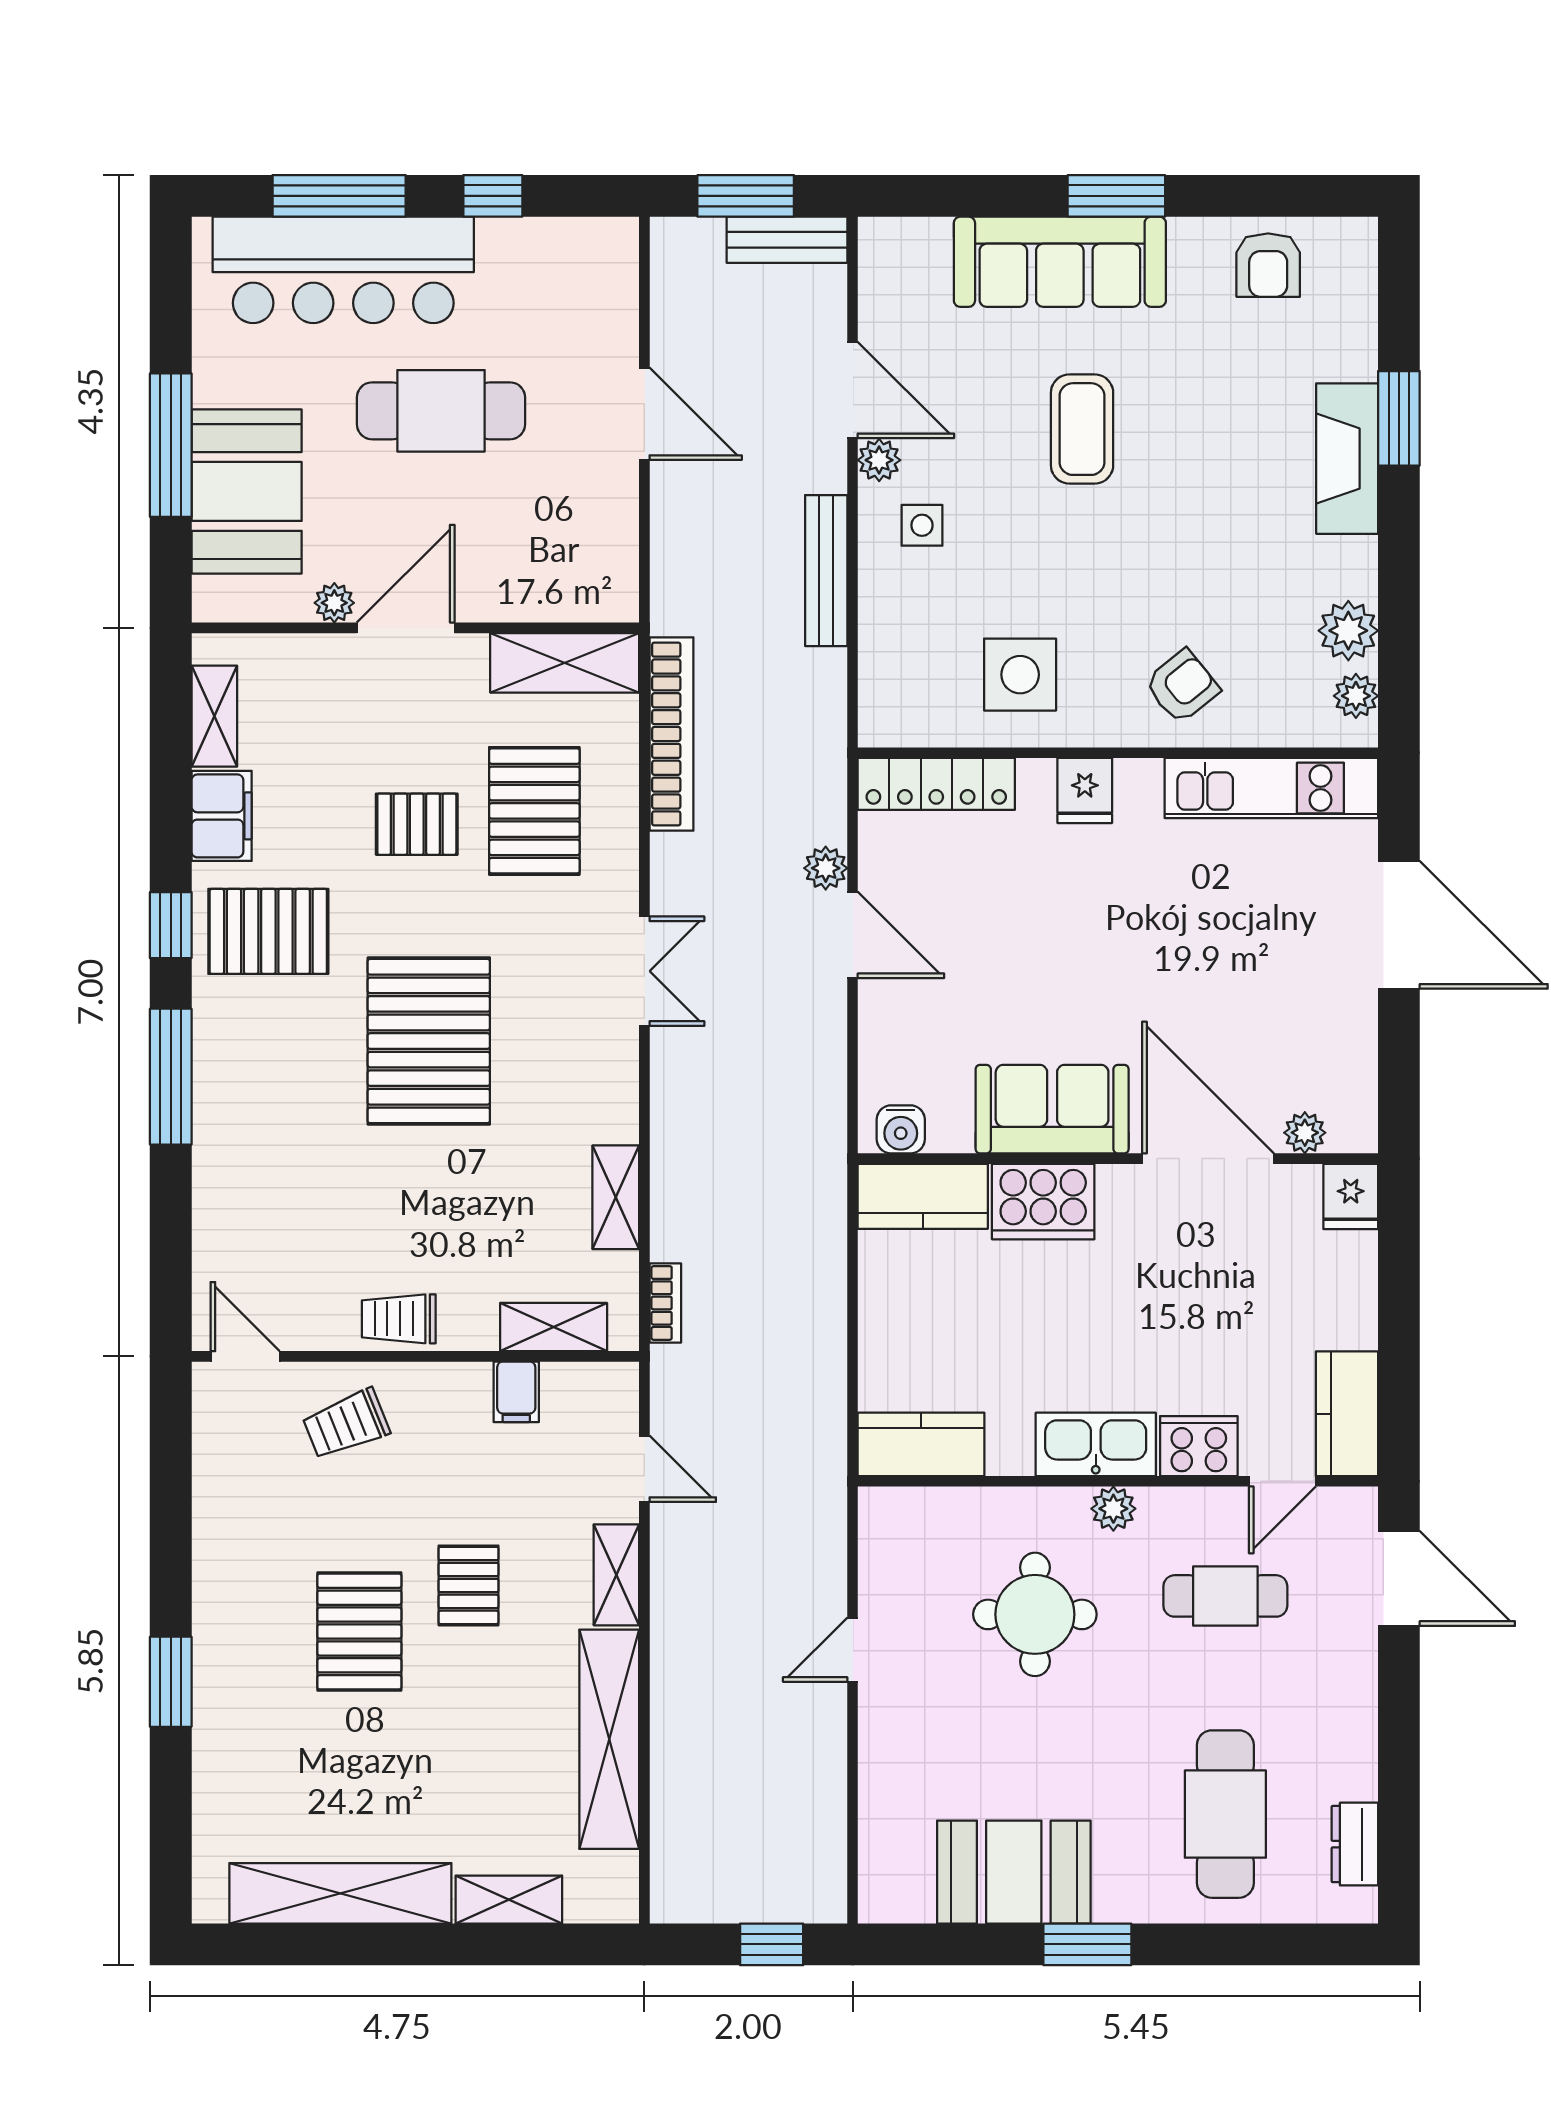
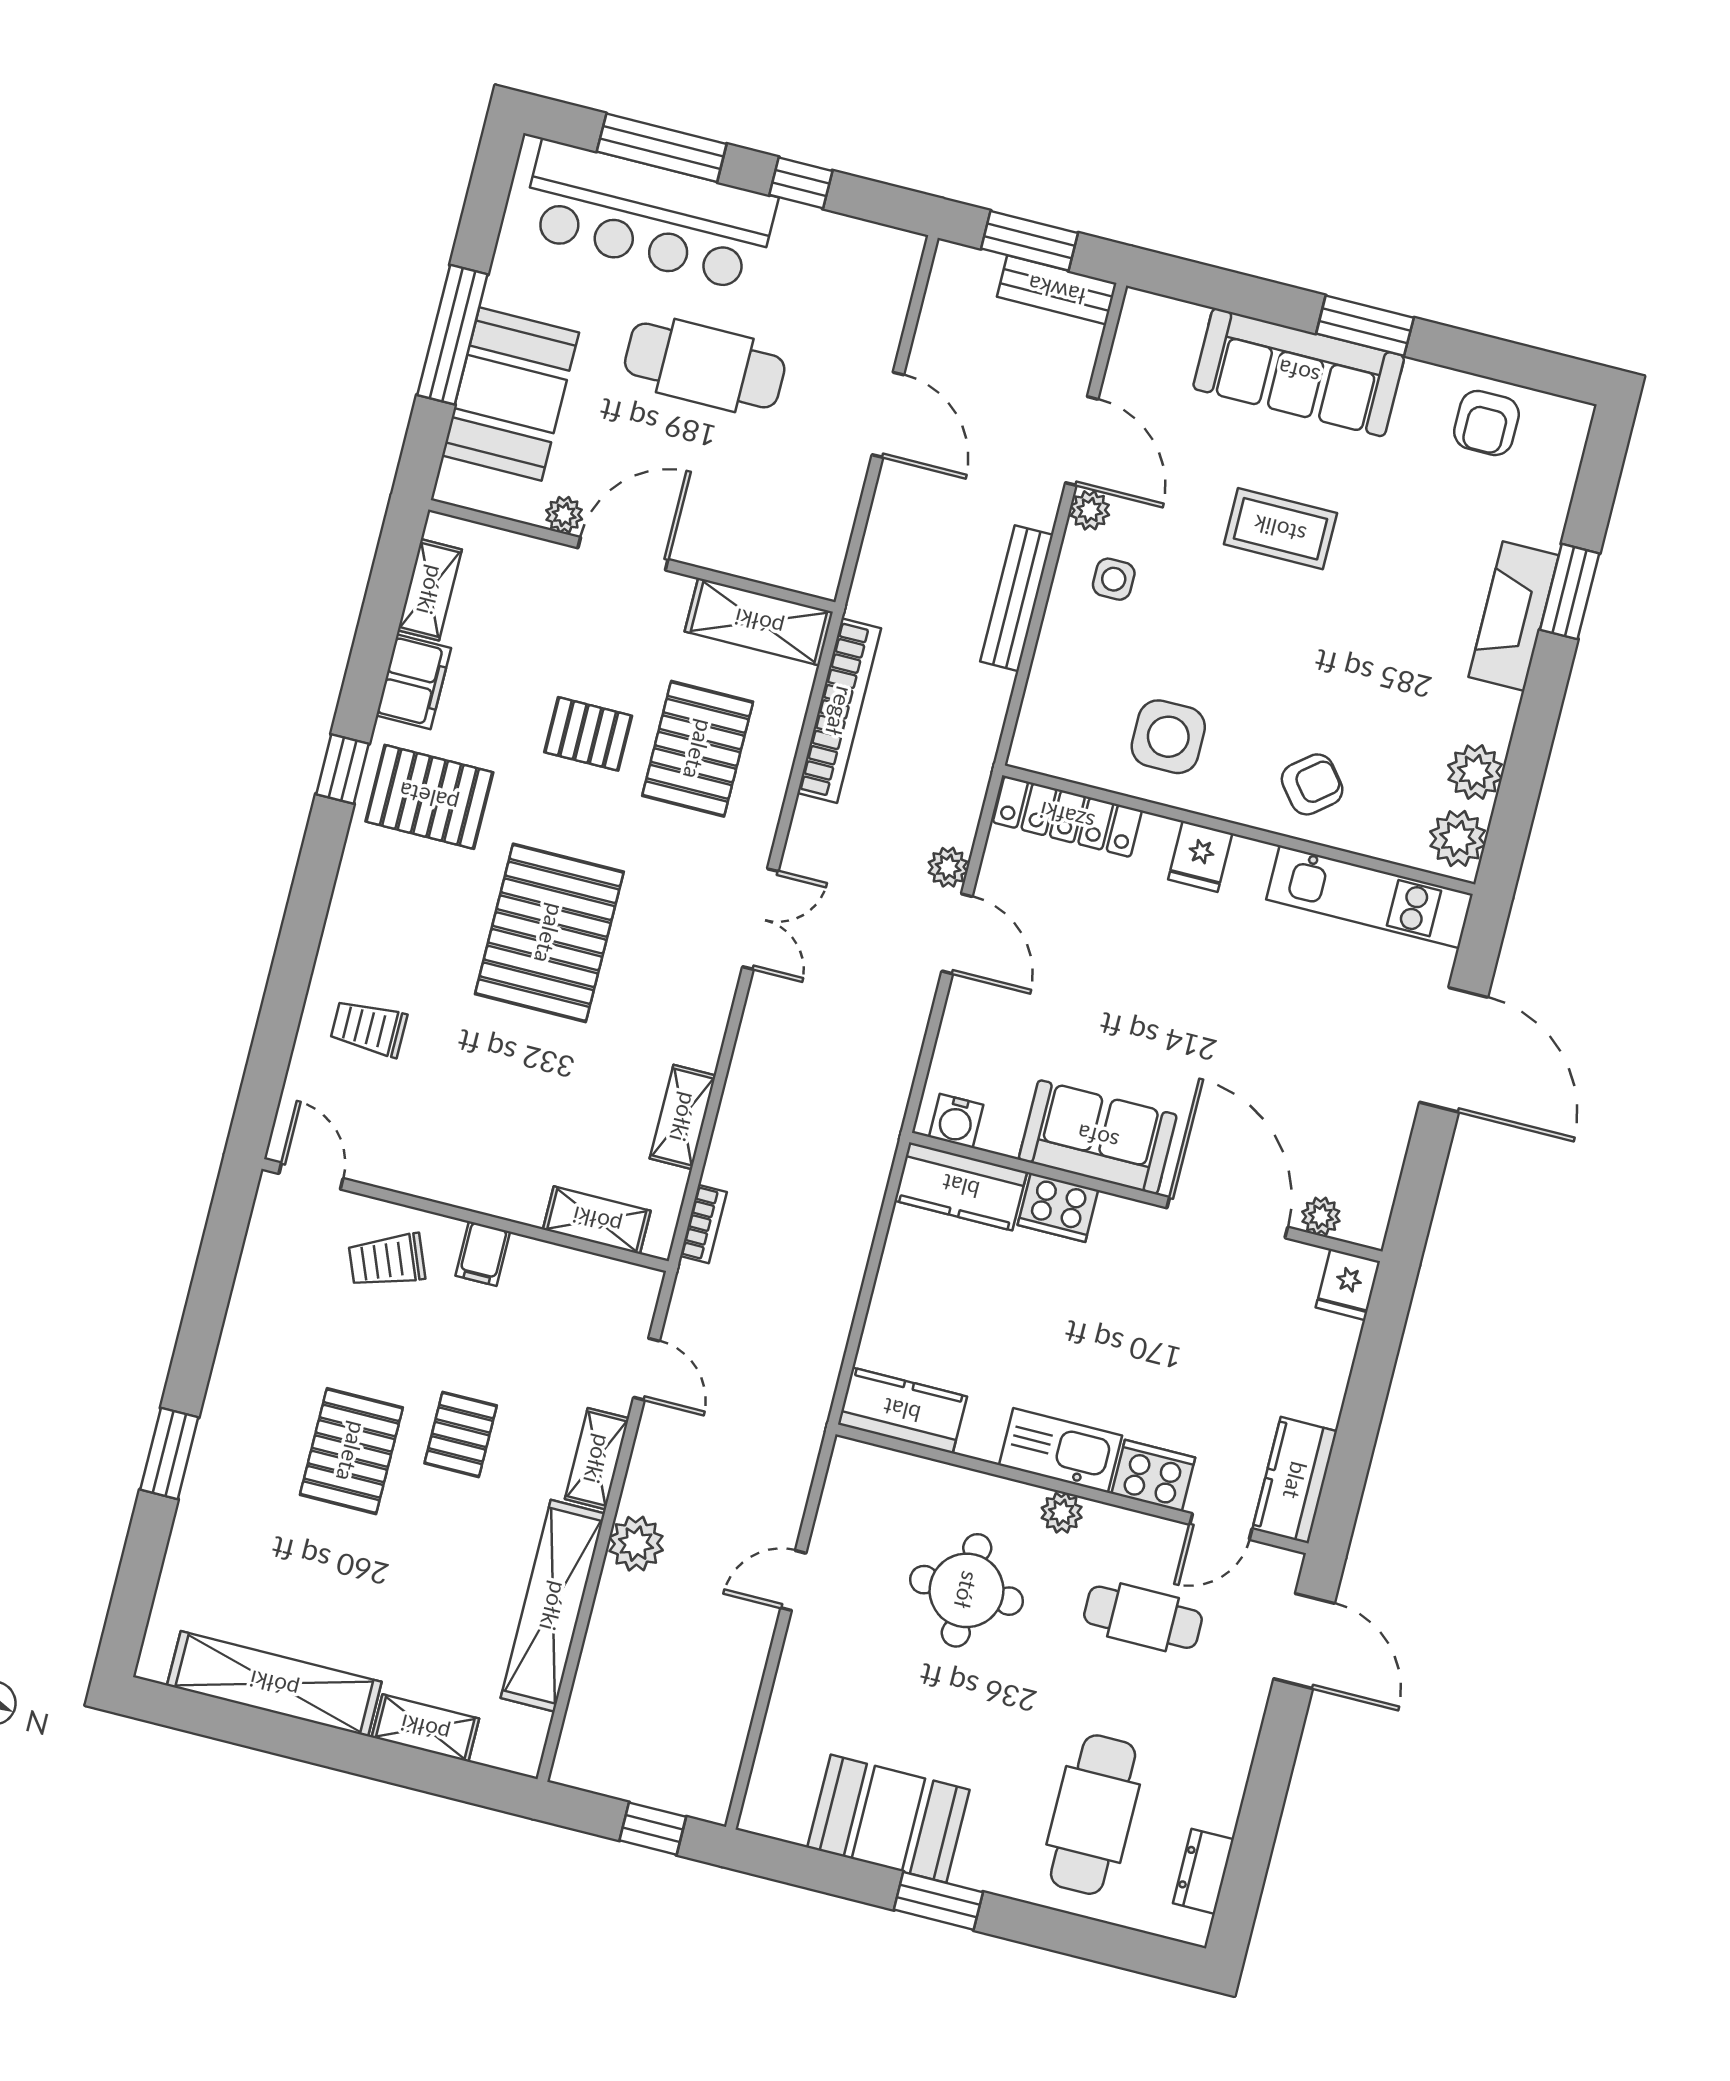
coffee table: (1082, 429) -> (1280, 529), turned 90
plant: (1356, 696) -> (1458, 838), width x1.38, depth x1.38
window: (171, 1077) -> (308, 906), removed
cooker: (1043, 1202) -> (1058, 1207), width x0.73, depth x0.76
trolley: (399, 1319) -> (369, 1028), moved
filing cabinet: (516, 1392) -> (483, 1254), moved
plant: (679, 1653) -> (636, 1544), added

